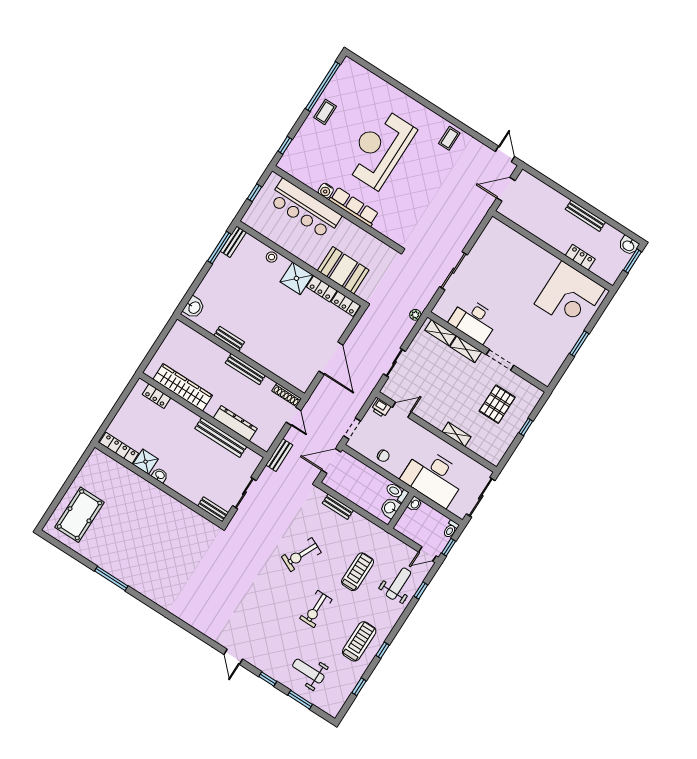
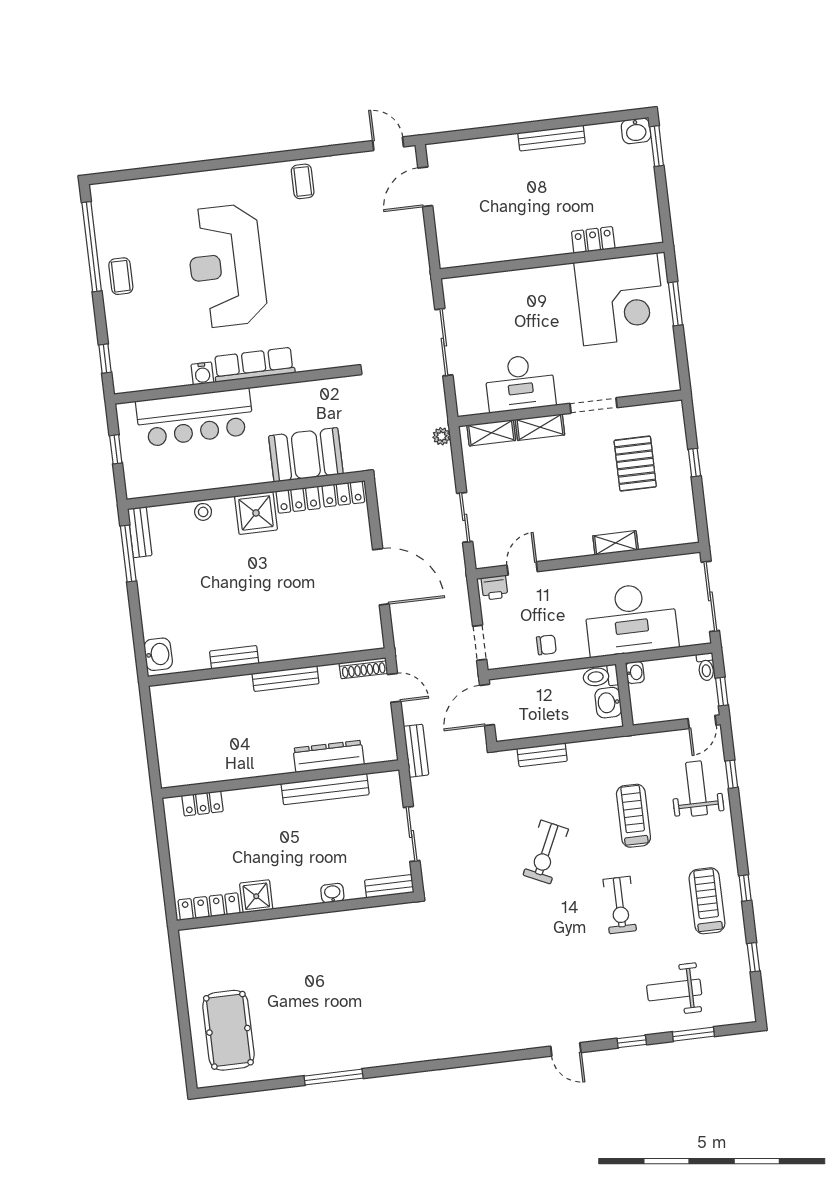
wall: (553, 251) -> (552, 260), moved
locker: (580, 257) -> (593, 240), moved
corner desk: (570, 296) -> (620, 299), moved
wardrobe: (183, 387) -> (226, 765), removed
washbasin: (160, 475) -> (332, 893), moved

